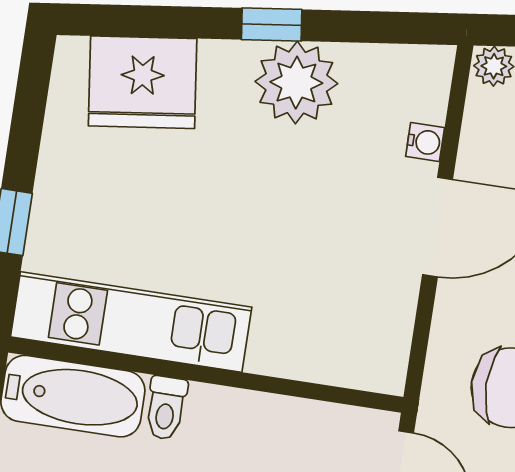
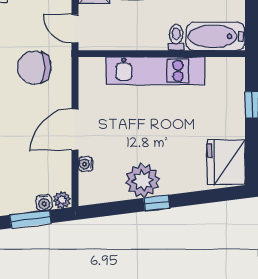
fridge: (143, 82) -> (226, 162), moved, turned -83
kitchen unit: (131, 322) -> (155, 71), moved

